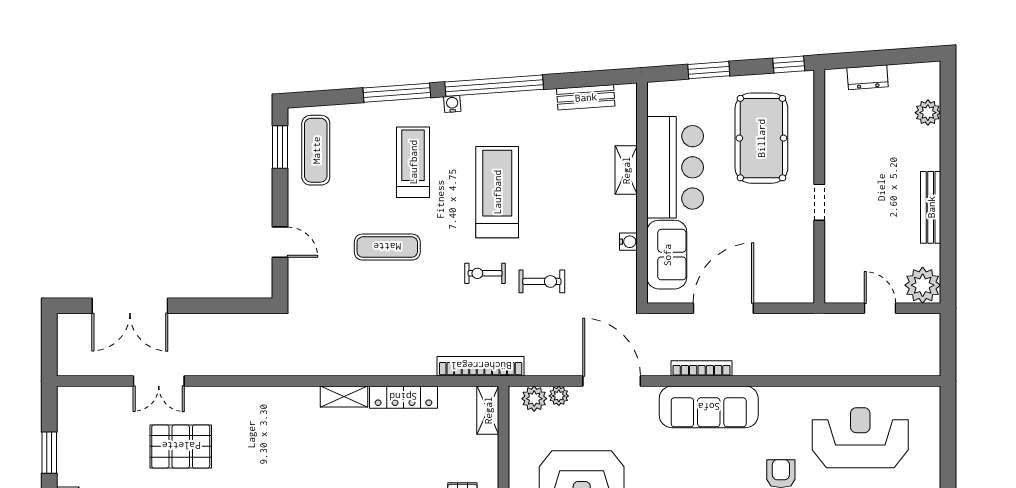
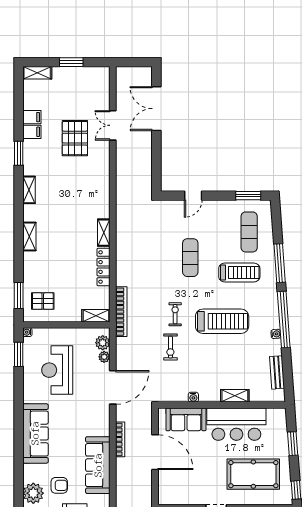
water cooler: (452, 104) -> (276, 334), moved
exercise mat: (316, 150) -> (249, 232), moved, turned 90
sofa: (709, 407) -> (98, 465), moved

